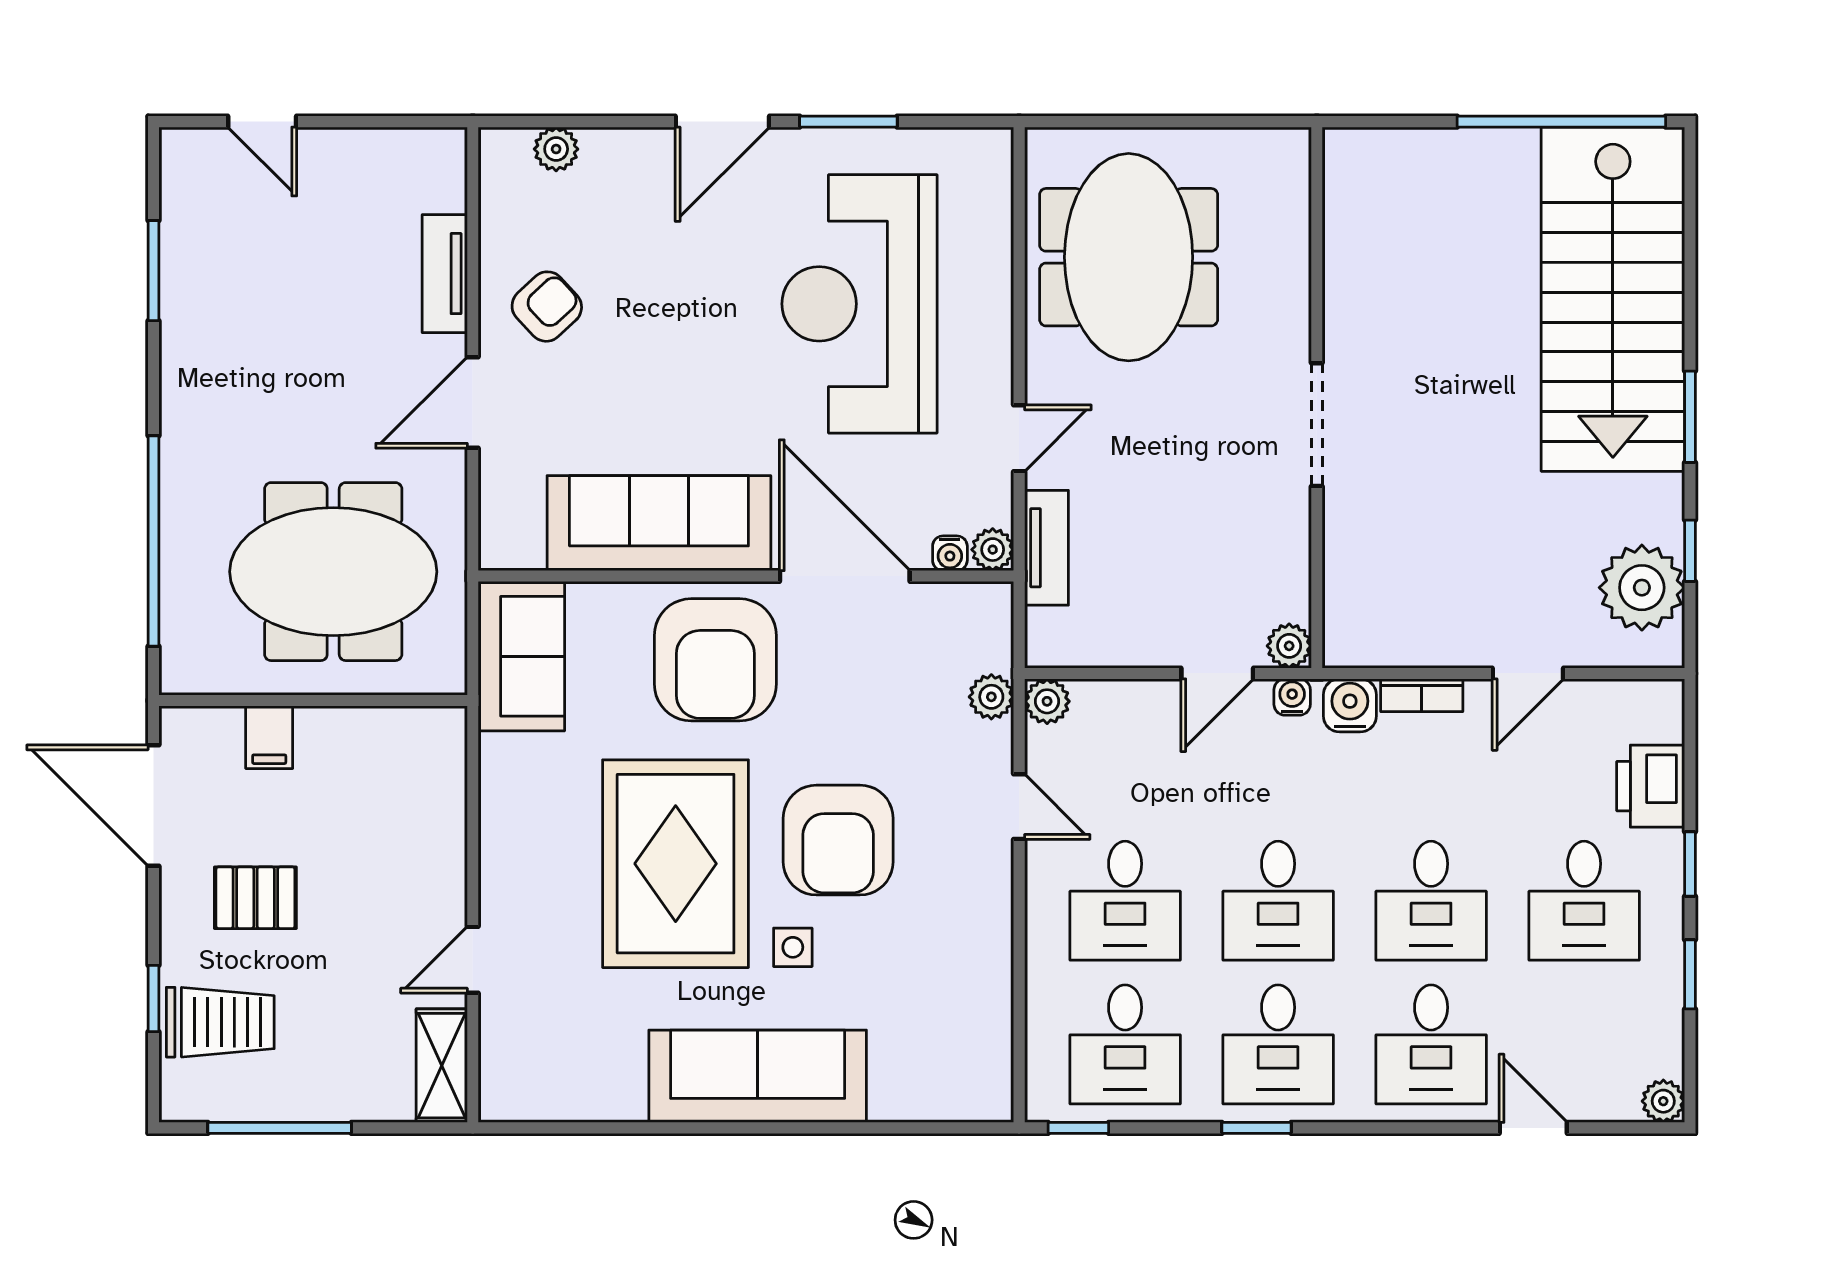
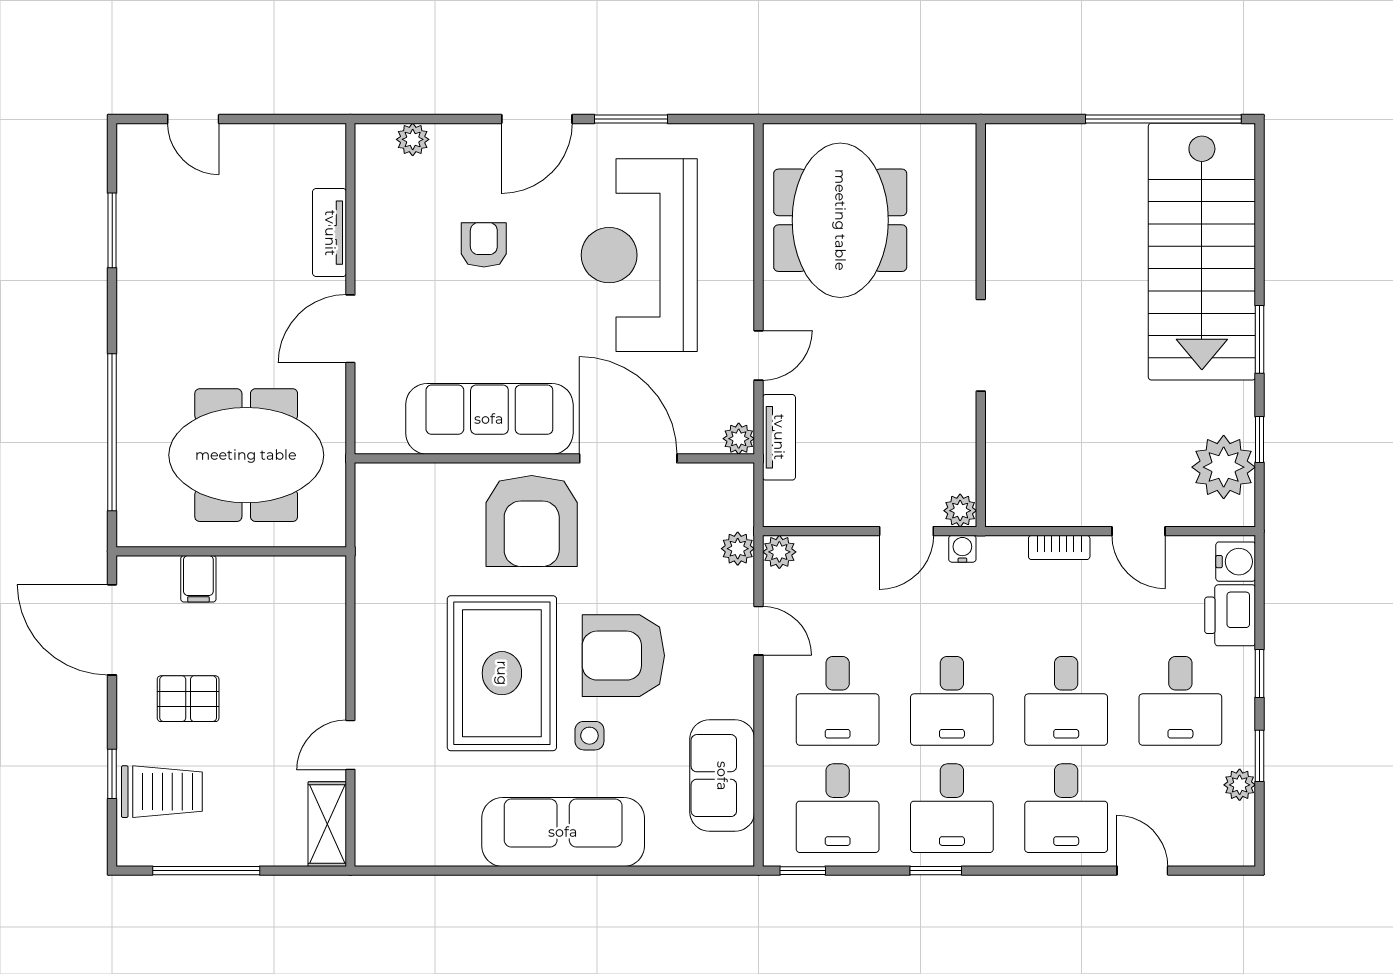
armchair: (547, 307) -> (484, 245), moved, turned -47
water cooler: (950, 553) -> (707, 441), removed
sofa: (521, 656) -> (722, 776), moved, turned 180
door: (1528, 673) -> (1138, 531), hinge flipped
water cooler: (1350, 705) -> (1236, 562), moved, turned 90
armchair: (838, 840) -> (623, 656), turned 90
plant: (1663, 1101) -> (1240, 785), moved

